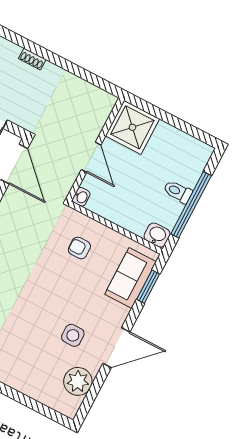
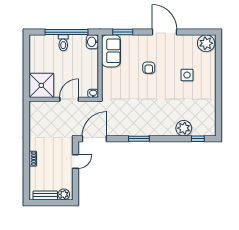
armchair: (79, 248) -> (149, 68), moved
sofa: (130, 278) -> (111, 51), moved, turned -90
side table: (73, 335) -> (187, 75), moved
plant: (78, 381) -> (206, 43), moved

